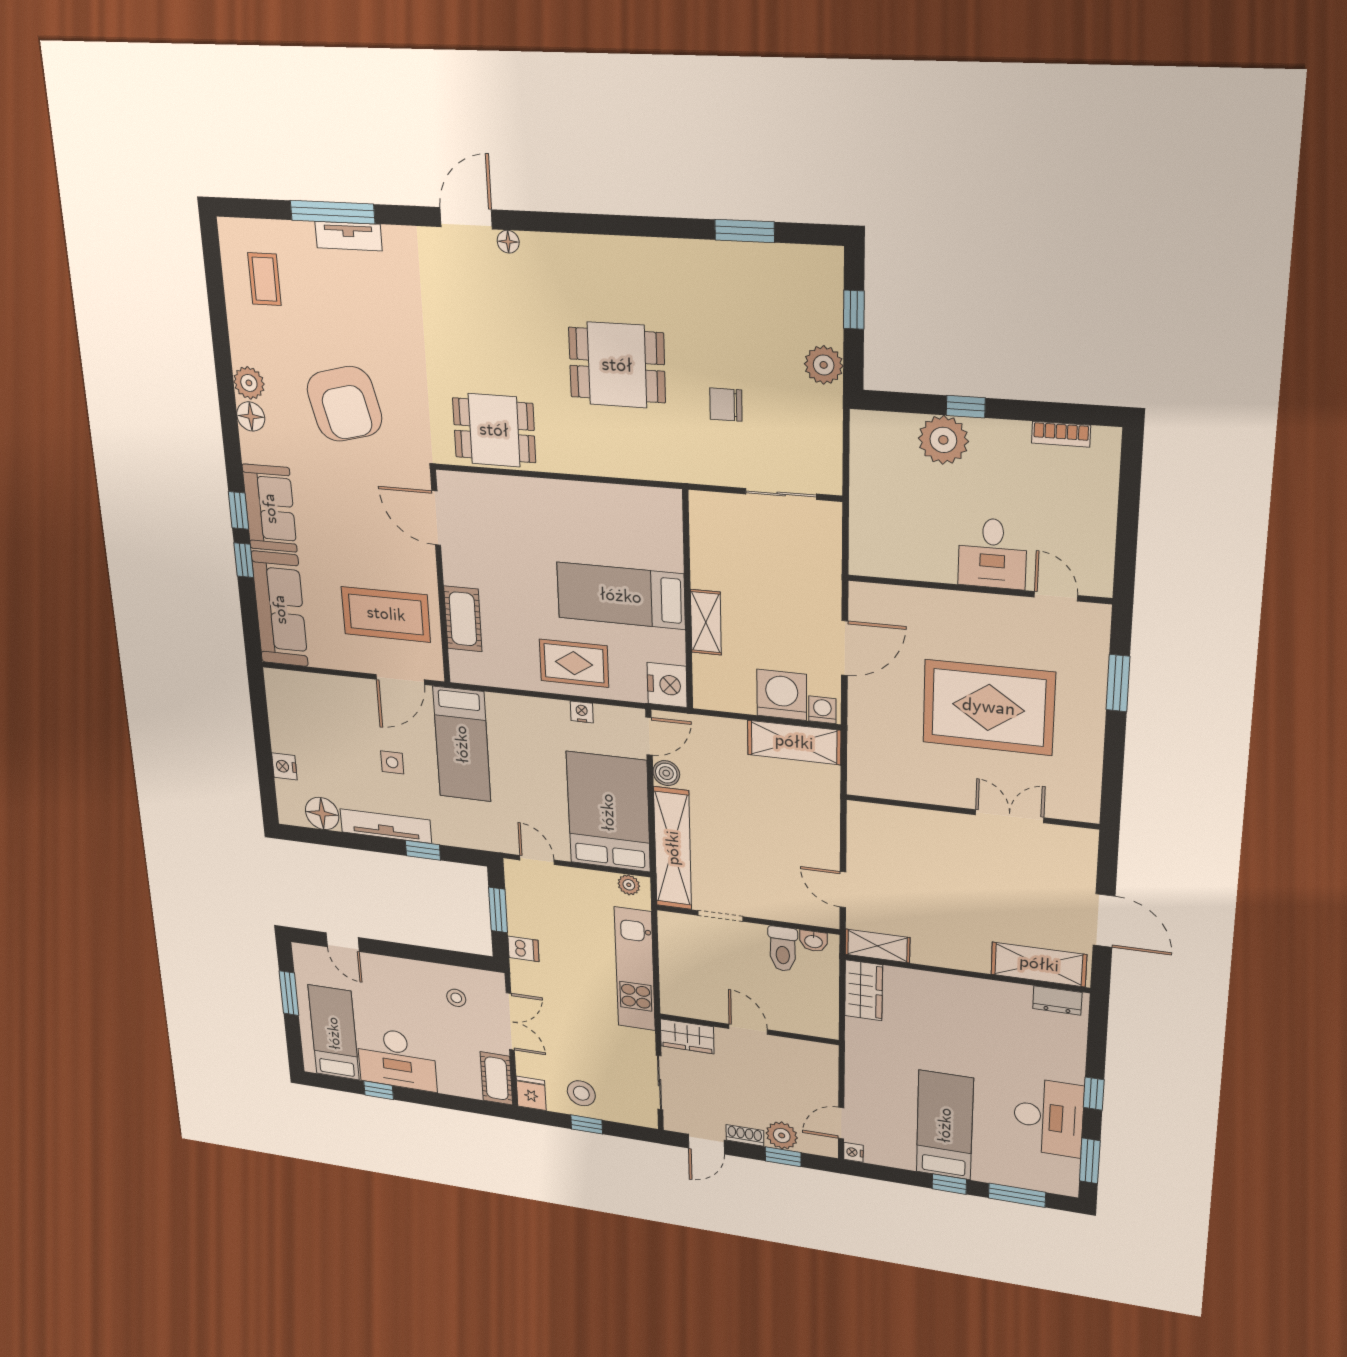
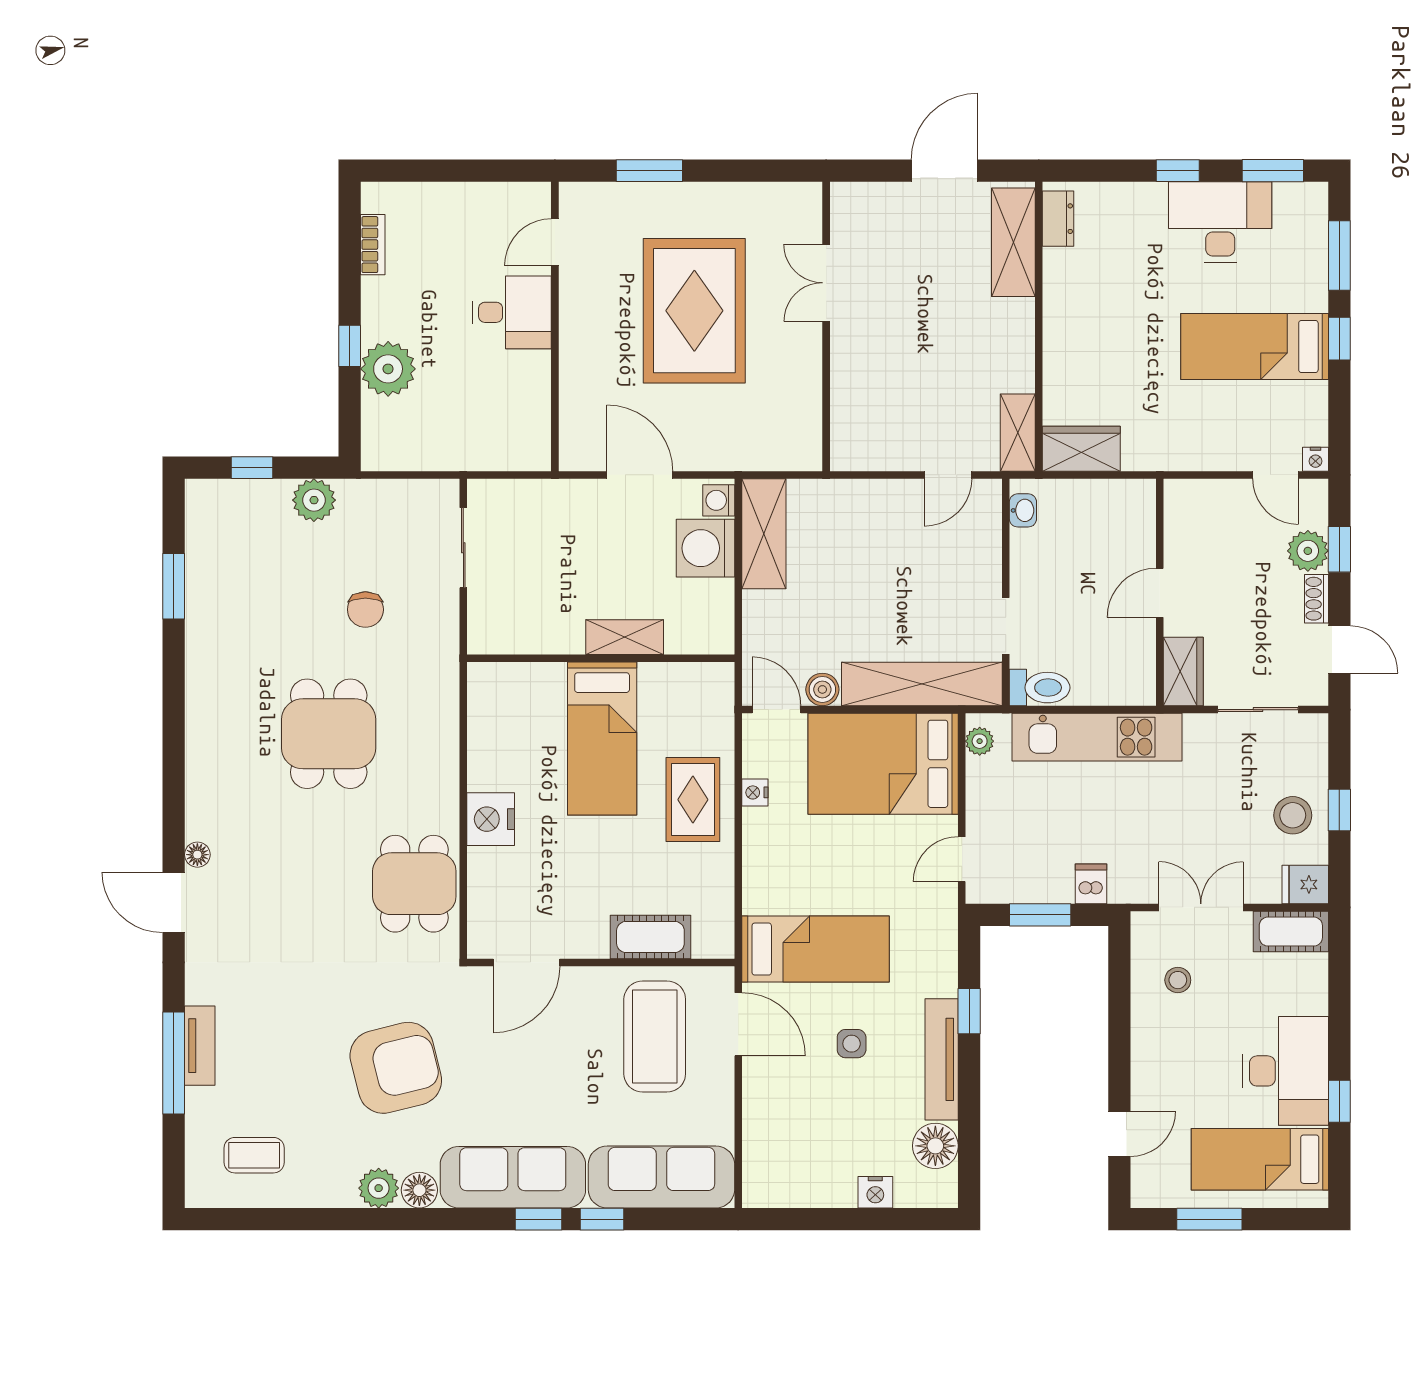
sofa: (270, 508) -> (513, 1177), width x1.36
nightstand: (667, 685) -> (491, 819), moved, turned -90
toilet: (783, 949) -> (1040, 688), moved

